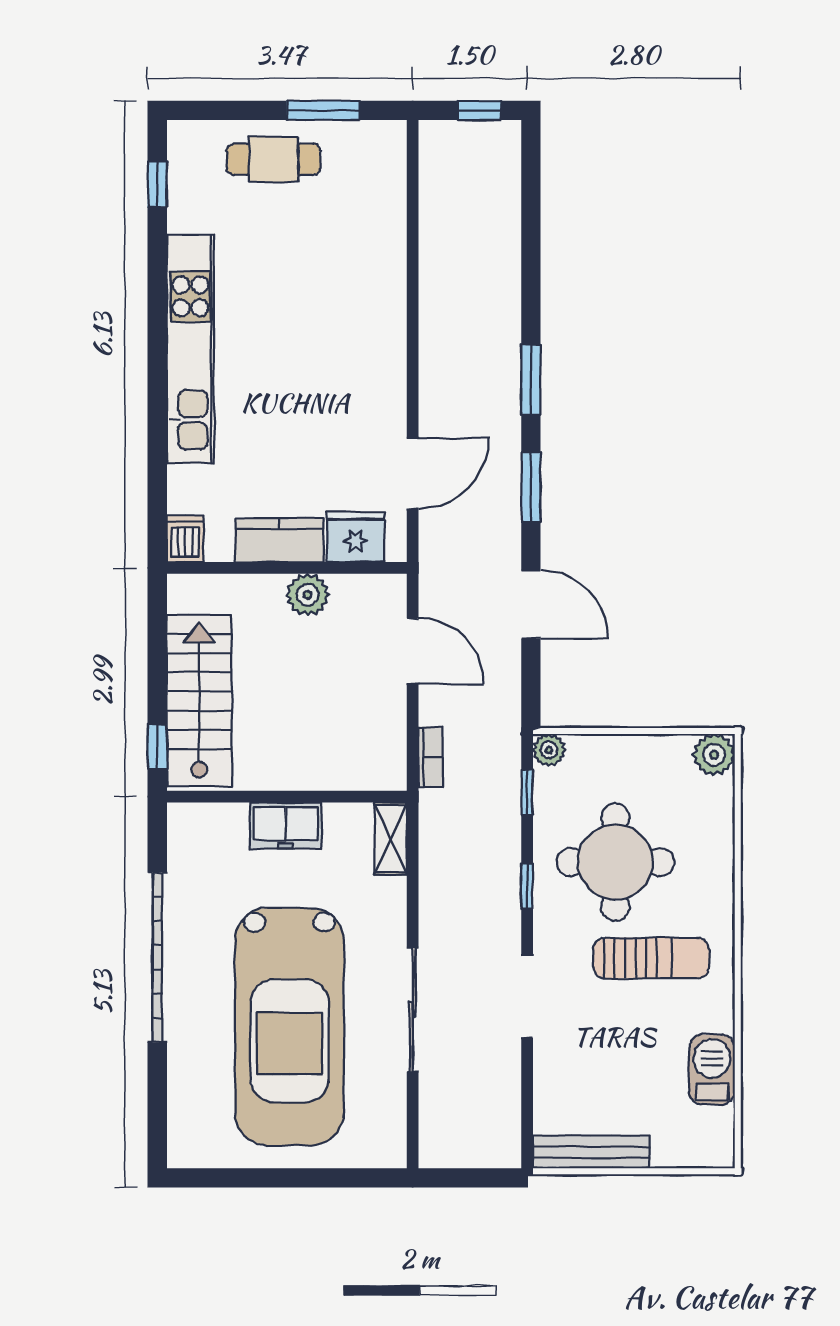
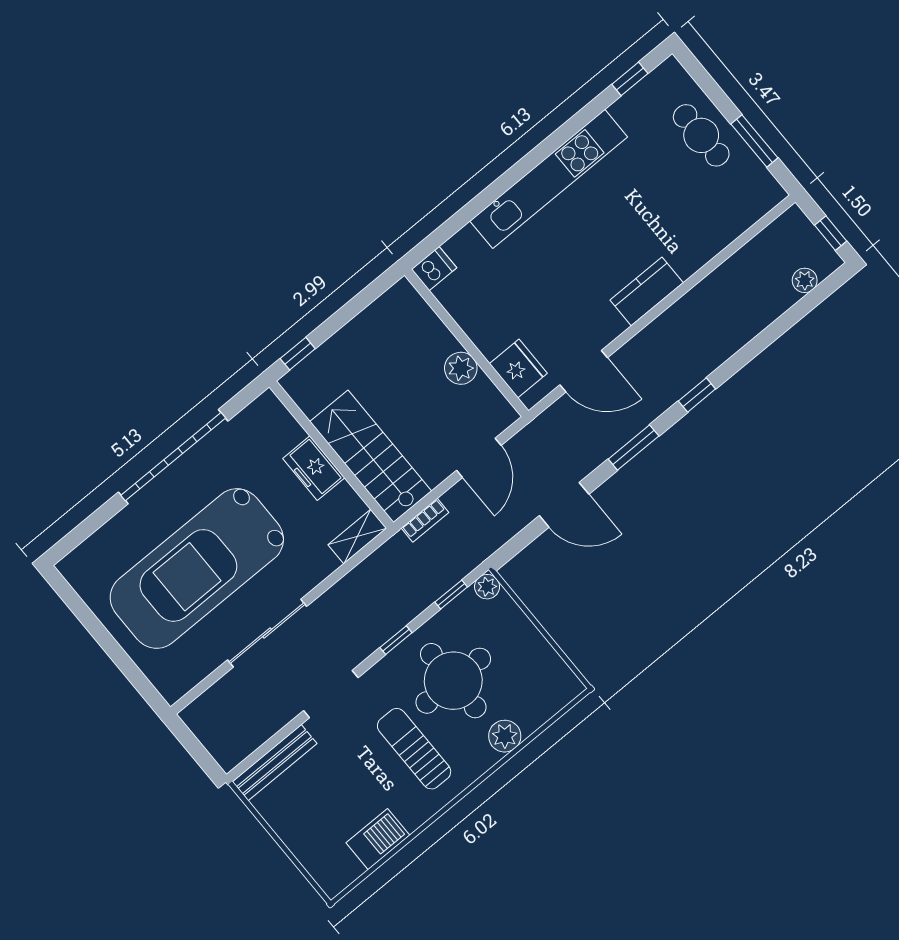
plant: (505, 176) -> (805, 280), added
window: (531, 380) -> (697, 395), width x0.67
kitchen counter: (279, 540) -> (647, 291), moved, turned -90
door: (531, 605) -> (564, 505), hinge flipped
stairs: (199, 701) -> (371, 456), moved, turned -90
plant: (714, 755) -> (505, 736), moved
sun lounger: (651, 958) -> (414, 749), turned 180
bench: (591, 1152) -> (275, 763), moved, turned 90

